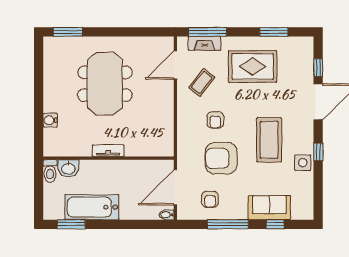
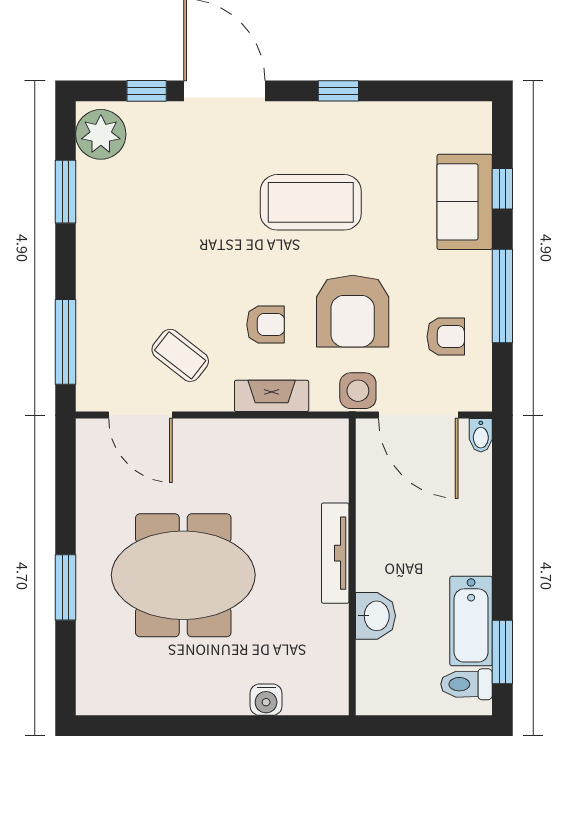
window: (68, 32) -> (66, 587), moved
fireplace: (205, 43) -> (272, 396), moved, turned -90
plant: (299, 47) -> (101, 134), added
rug: (253, 66) -> (144, 240), removed
tv unit: (108, 151) -> (335, 553), width x1.41
side table: (303, 163) -> (358, 391), moved
washbasin: (68, 168) -> (376, 616), moved
toilet: (50, 171) -> (466, 684), moved, turned 180
bathtub: (92, 207) -> (471, 621), width x0.73, depth x0.73

